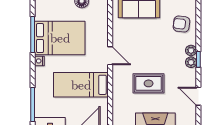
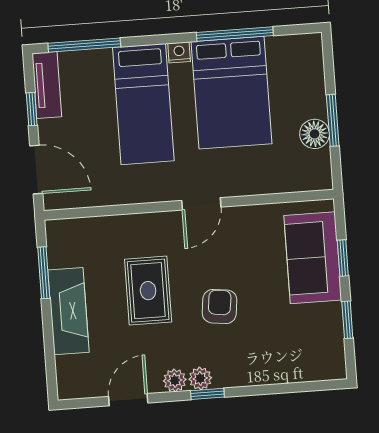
armchair: (181, 24) -> (219, 306), moved
plant: (191, 50) -> (175, 380), moved
bed: (81, 85) -> (143, 104), moved, turned 180

